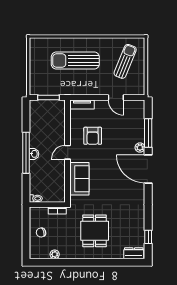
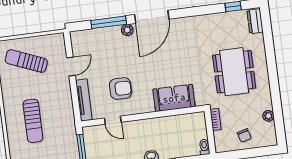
sun lounger: (75, 61) -> (33, 121), width x0.73, depth x0.75
tv unit: (82, 104) -> (84, 100), width x1.41
door: (68, 152) -> (113, 120), moved
dining table: (95, 231) -> (234, 72), width x1.38

